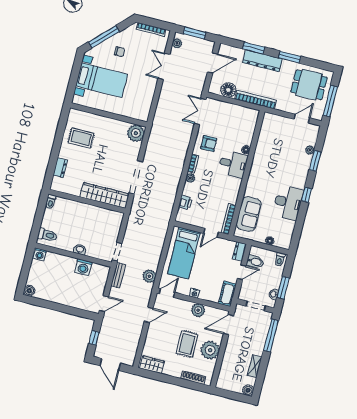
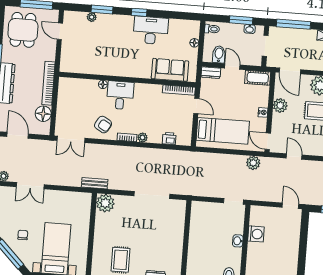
armchair: (209, 143) -> (103, 125), turned 120
wardrobe: (105, 195) -> (177, 225), removed
bench: (118, 275) -> (95, 183), moved

